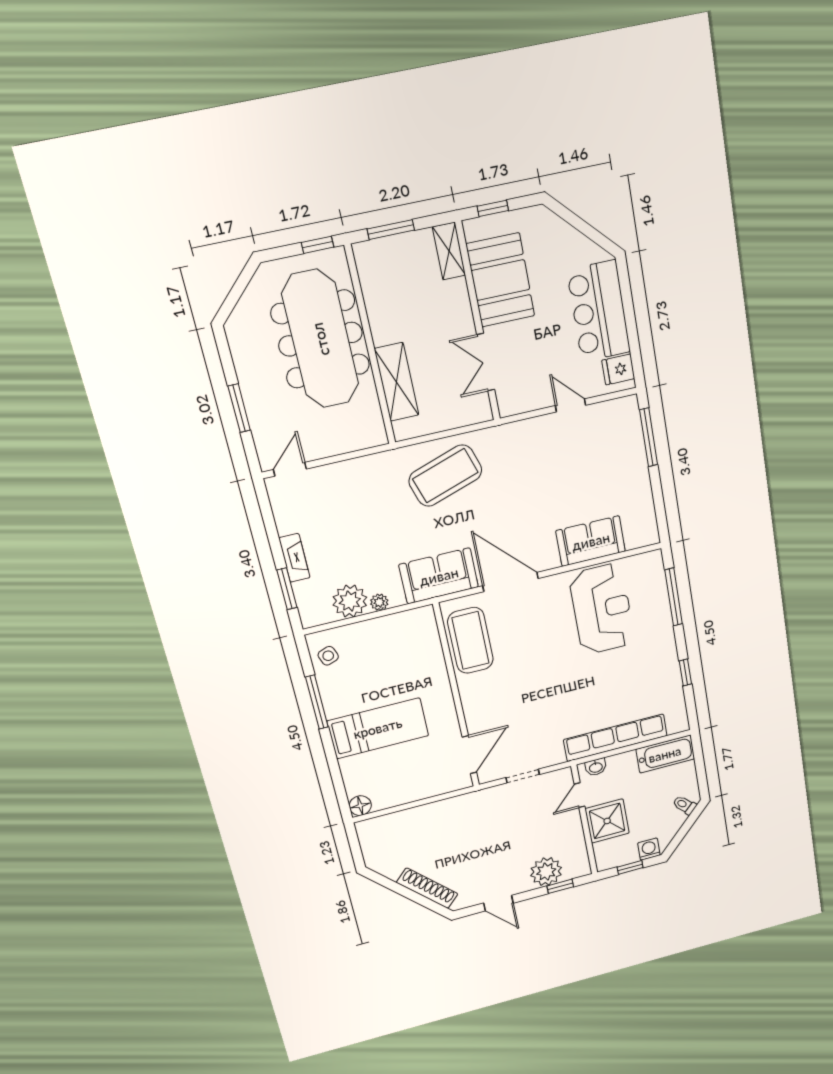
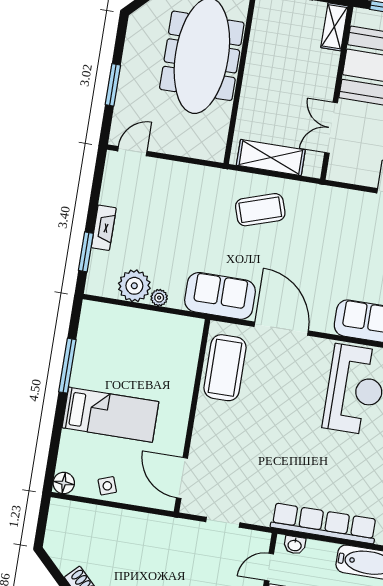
shelving: (397, 382) -> (271, 158), moved, turned 90
coffee table: (445, 476) -> (260, 210), width x0.73, depth x0.76
side table: (328, 656) -> (107, 486), moved
door: (469, 755) -> (182, 478), swing flipped

